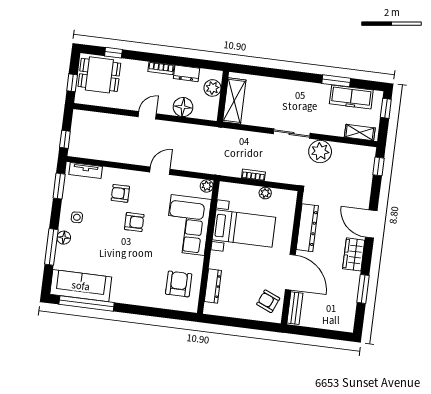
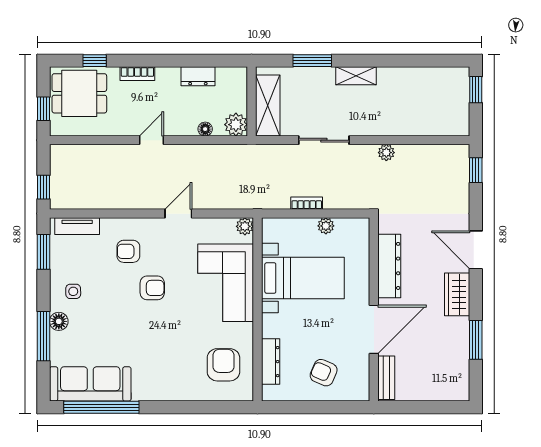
bookcase: (161, 68) -> (137, 74), moved
window: (336, 81) -> (312, 61), moved
plant: (212, 88) -> (236, 125), moved
freezer: (351, 97) -> (427, 80), removed
floor lamp: (183, 107) -> (205, 129), width x0.53, depth x0.53
shelving: (360, 133) -> (356, 76), moved
sliding door: (292, 134) -> (324, 140), moved
plant: (320, 151) -> (386, 153), width x0.53, depth x0.53
door: (290, 272) -> (374, 329), hinge flipped
armchair: (268, 301) -> (324, 373), moved

